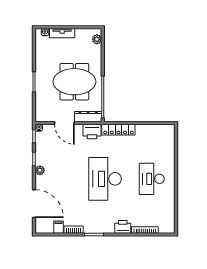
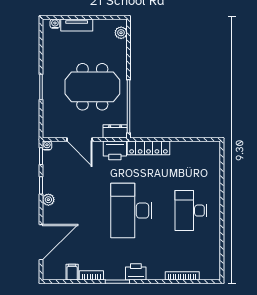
dresser: (88, 117) -> (115, 131), width x0.70
door: (34, 204) -> (41, 242), hinge flipped
printer: (123, 227) -> (136, 272), moved

